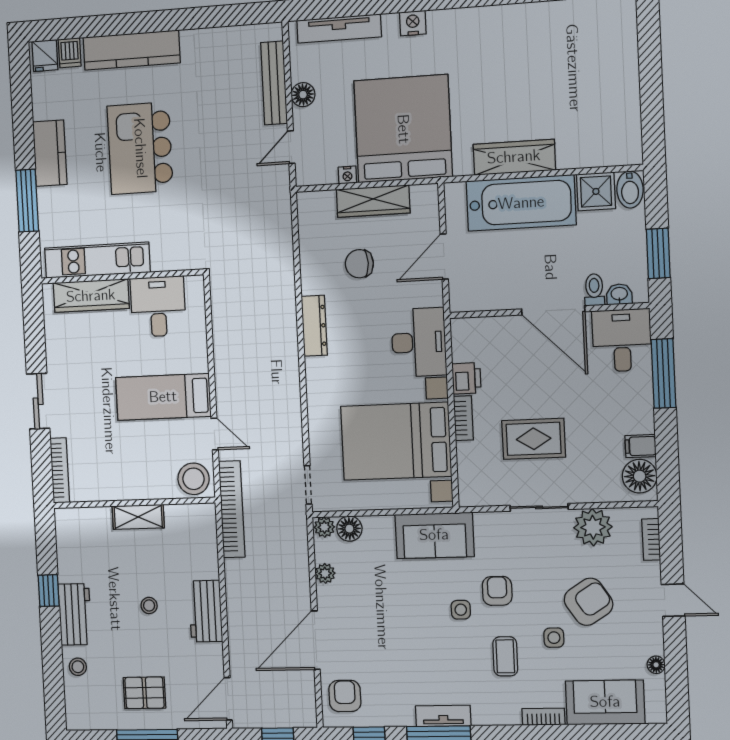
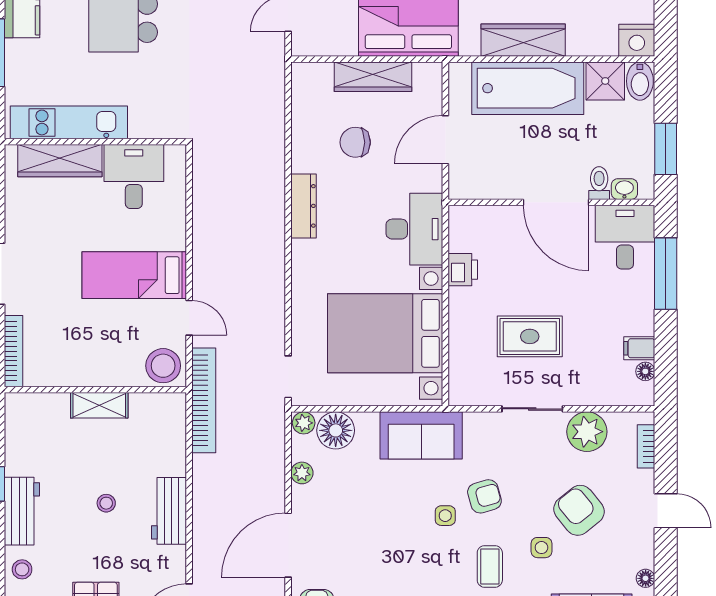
nightstand: (347, 175) -> (637, 40), moved, width x1.89, depth x1.79
bookcase: (463, 418) -> (457, 312), removed
floor lamp: (640, 476) -> (645, 371), width x0.53, depth x0.53
floor lamp: (349, 529) -> (336, 430), width x1.38, depth x1.38
armchair: (497, 591) -> (484, 496), turned 74
armchair: (589, 602) -> (579, 510), turned -96

